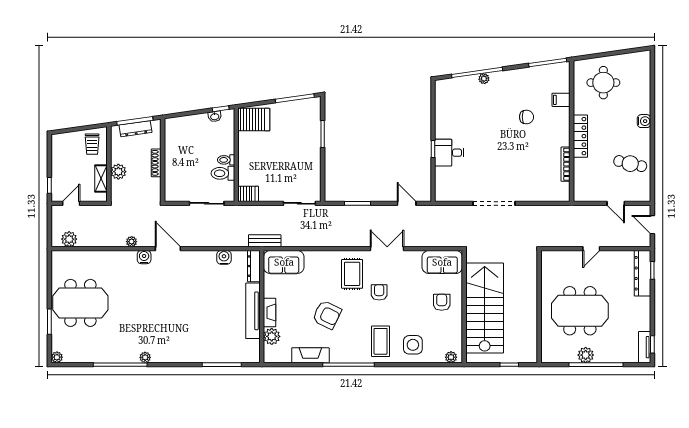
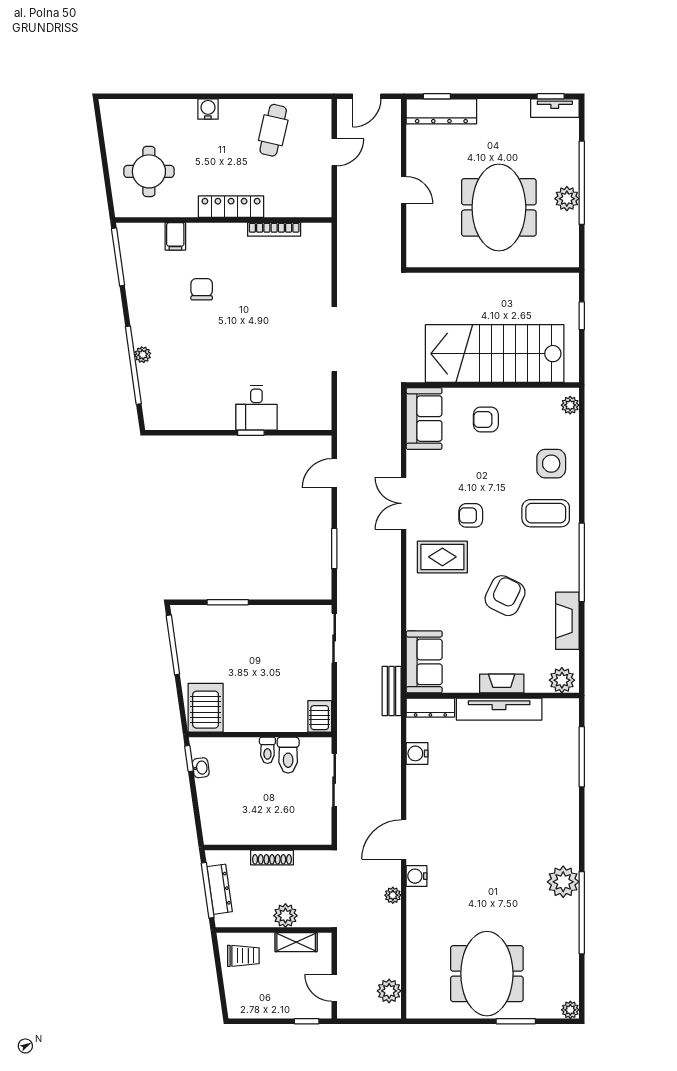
plant: (272, 336) -> (562, 680), moved
plant: (145, 357) -> (563, 882), width x1.87, depth x1.87

